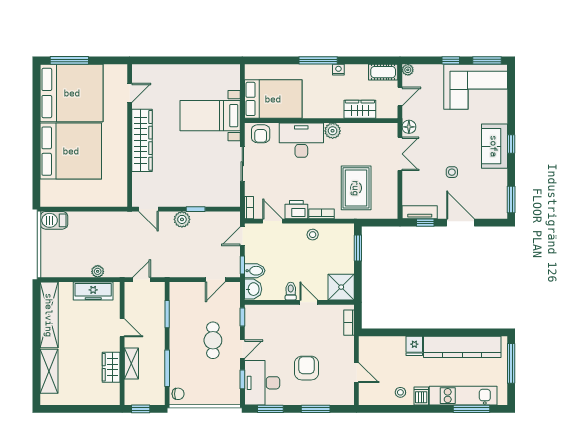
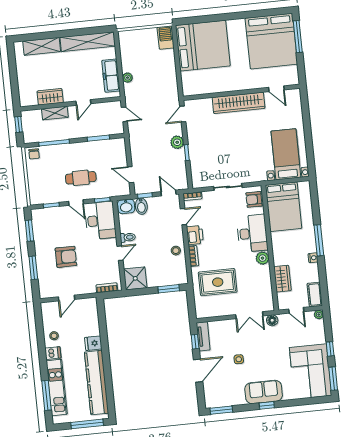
bed with nightstands: (210, 116) -> (286, 154), moved
bed: (71, 151) -> (203, 46), moved, turned -90
desk: (262, 383) -> (100, 220), moved, turned 90

